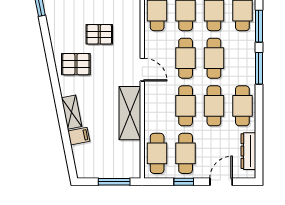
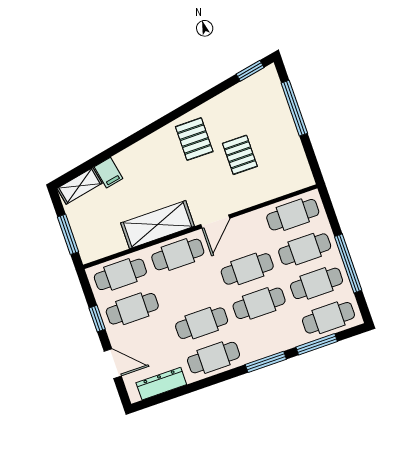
cafe table: (186, 106) -> (178, 255), moved
shelving: (72, 112) -> (80, 186), moved

